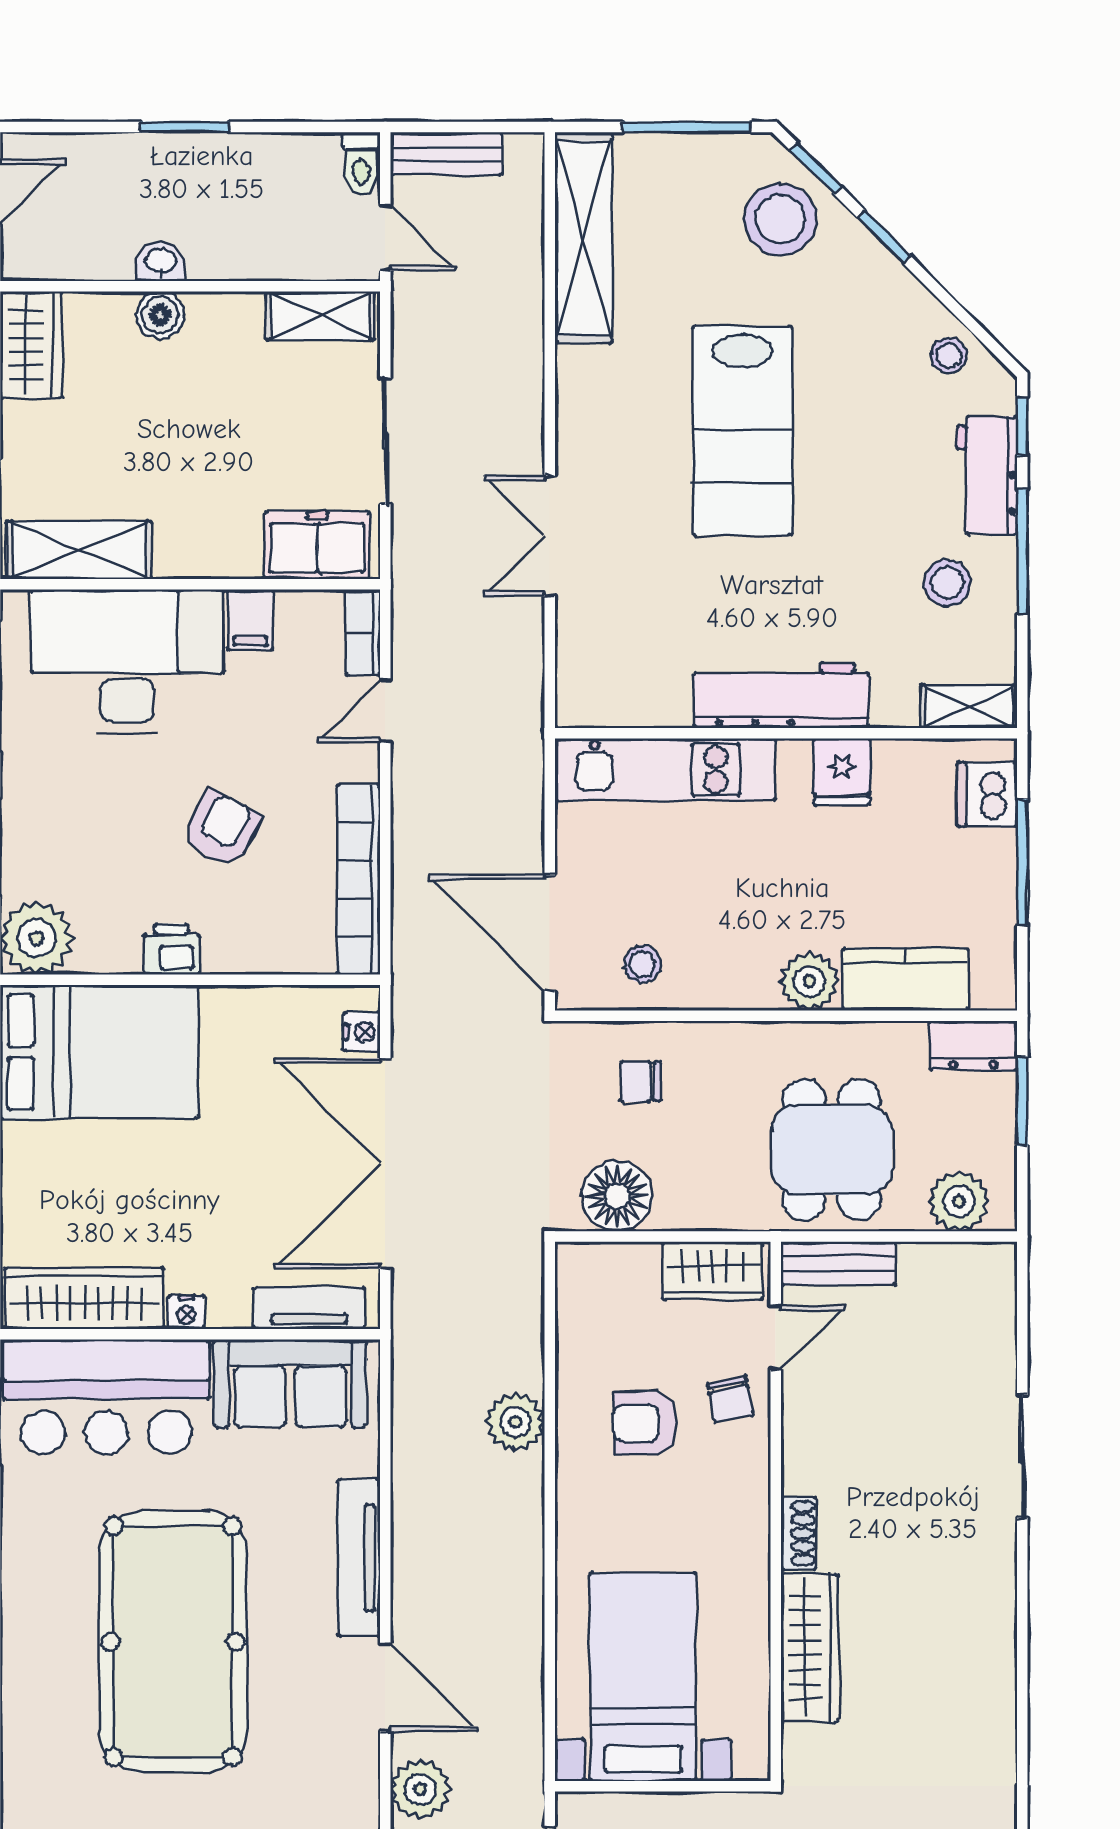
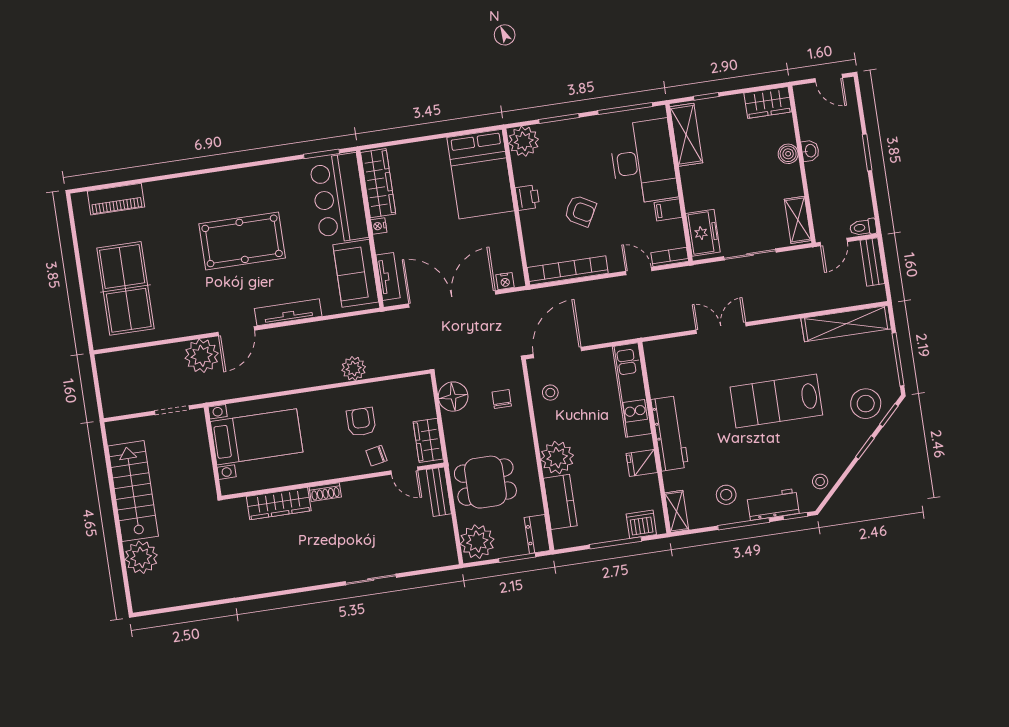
plant: (809, 981) -> (557, 458), width x1.36, depth x1.36
plant: (959, 1201) -> (477, 542), width x1.36, depth x1.36
pool table: (173, 1642) -> (242, 241), width x0.73, depth x0.76
plant: (420, 1789) -> (202, 356), width x1.36, depth x1.36

